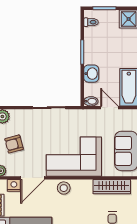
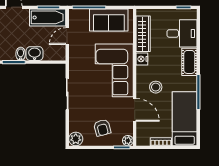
bidet: (91, 101) -> (21, 54), moved
nightstand: (14, 185) -> (142, 59), moved
stool: (64, 188) -> (156, 87), moved

